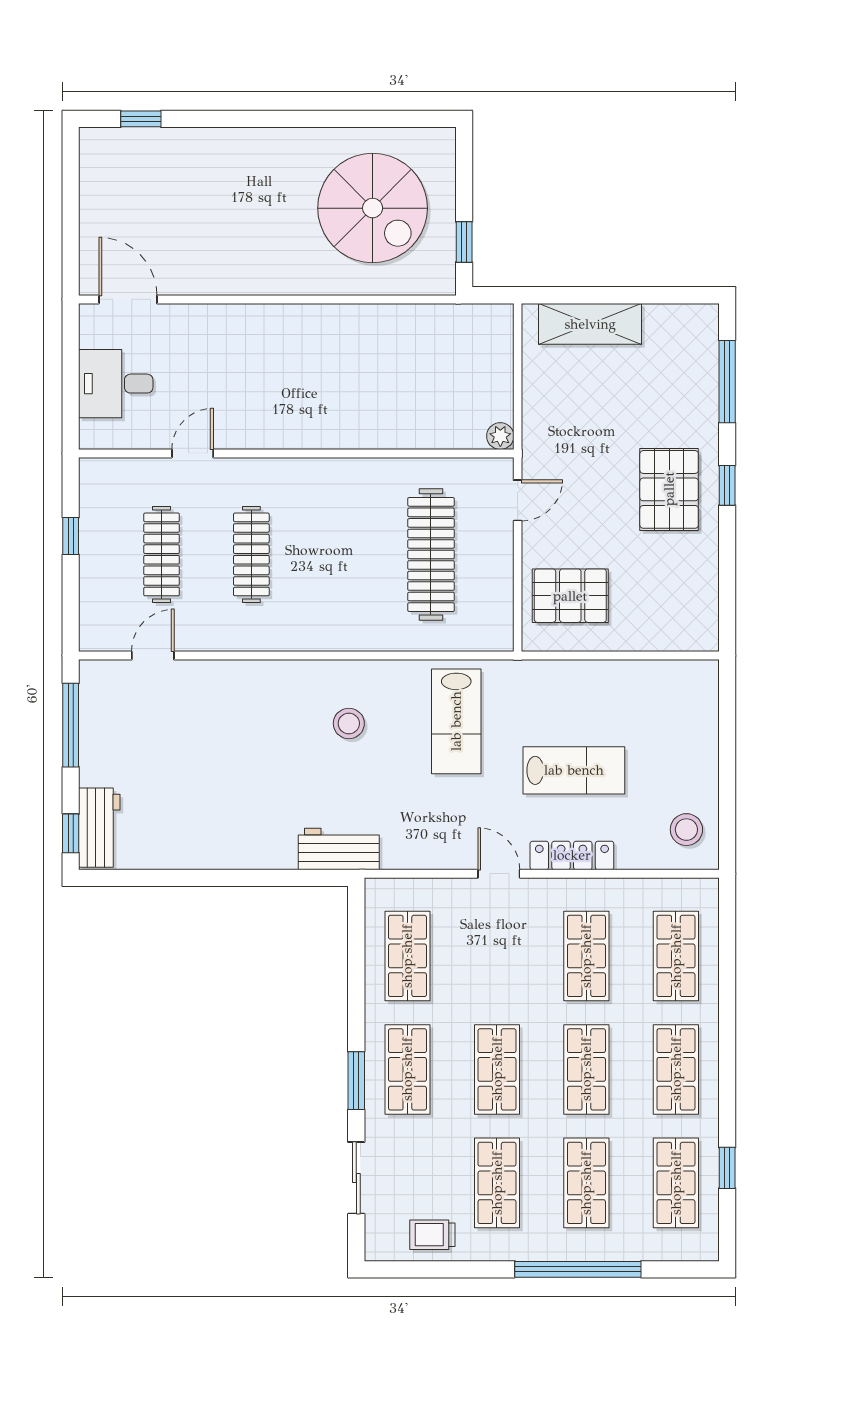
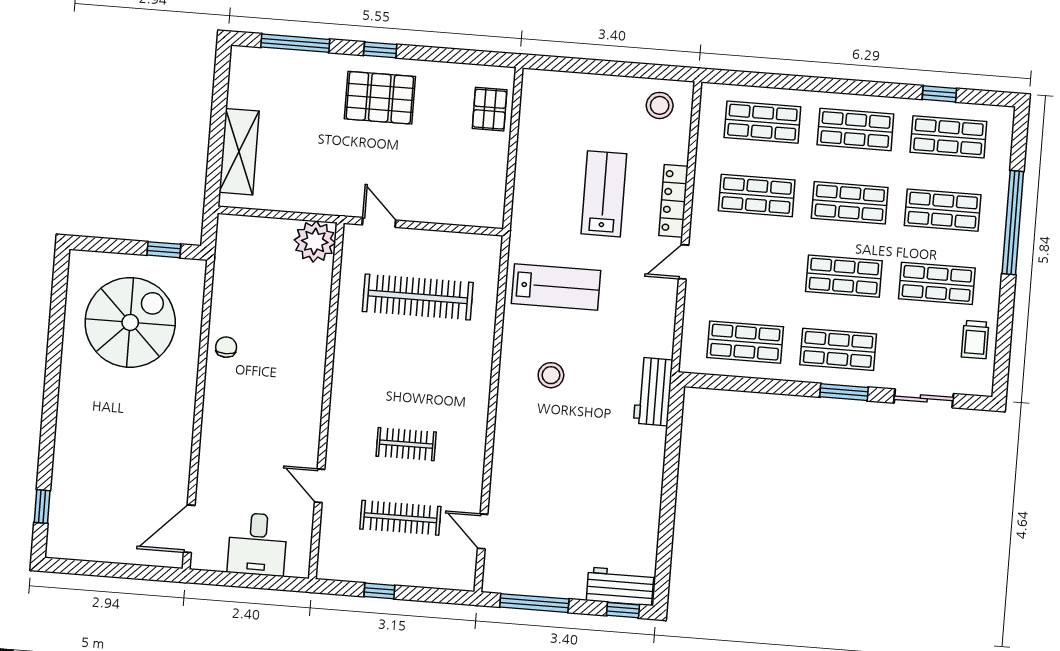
chair: (352, 327) -> (226, 347), added
plant: (500, 436) -> (315, 241), width x1.88, depth x1.88
clothes rail: (251, 554) -> (406, 444), width x0.73
pallet: (570, 596) -> (490, 109), moved, width x0.67, depth x0.71

